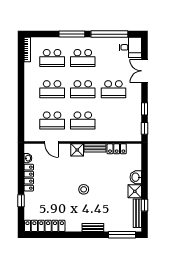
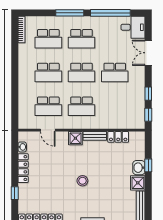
window: (145, 205) -> (148, 165), moved

